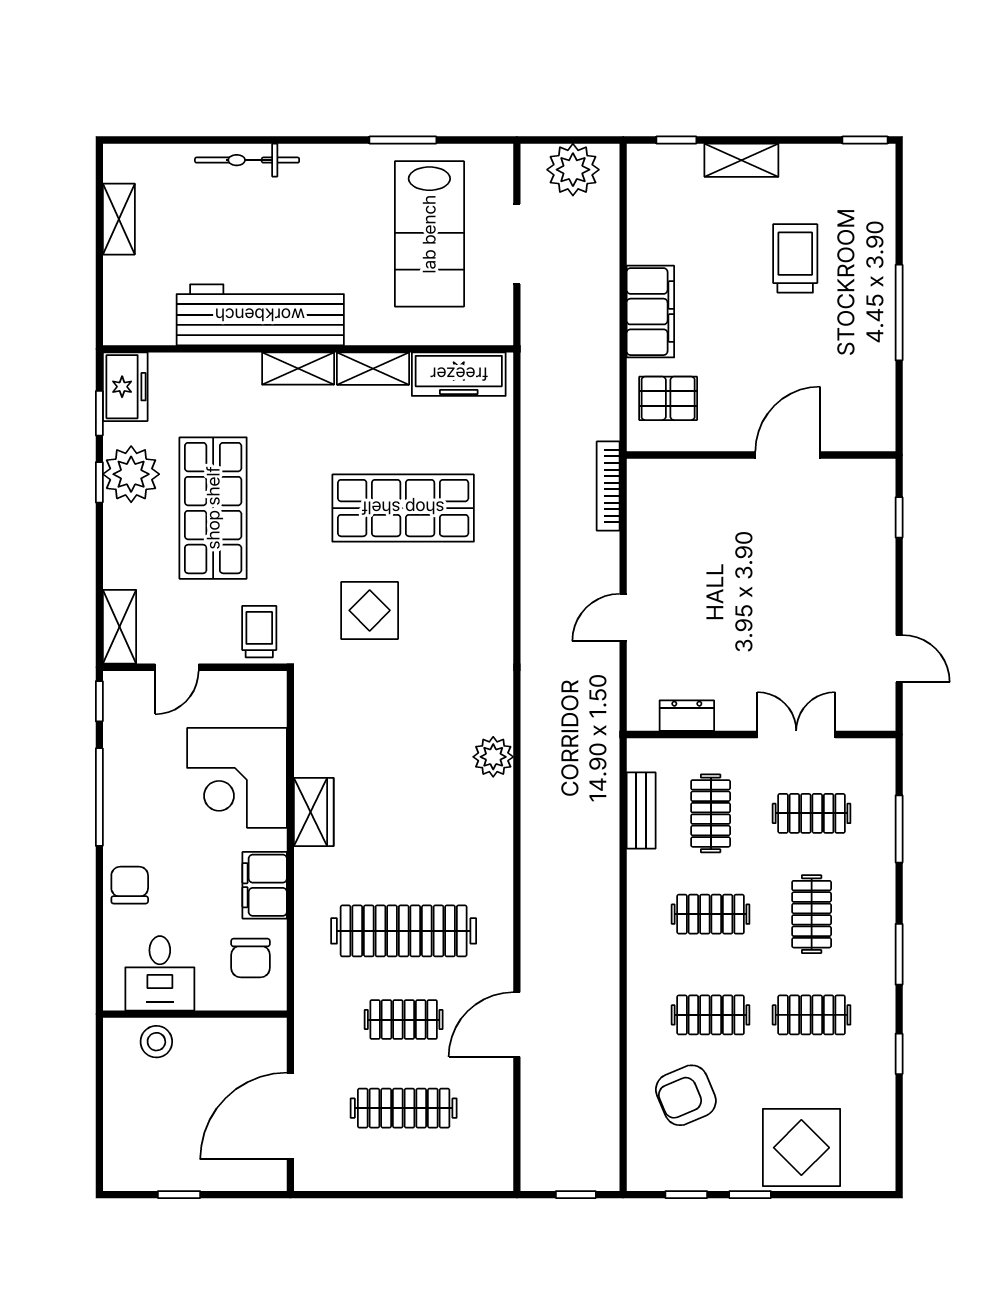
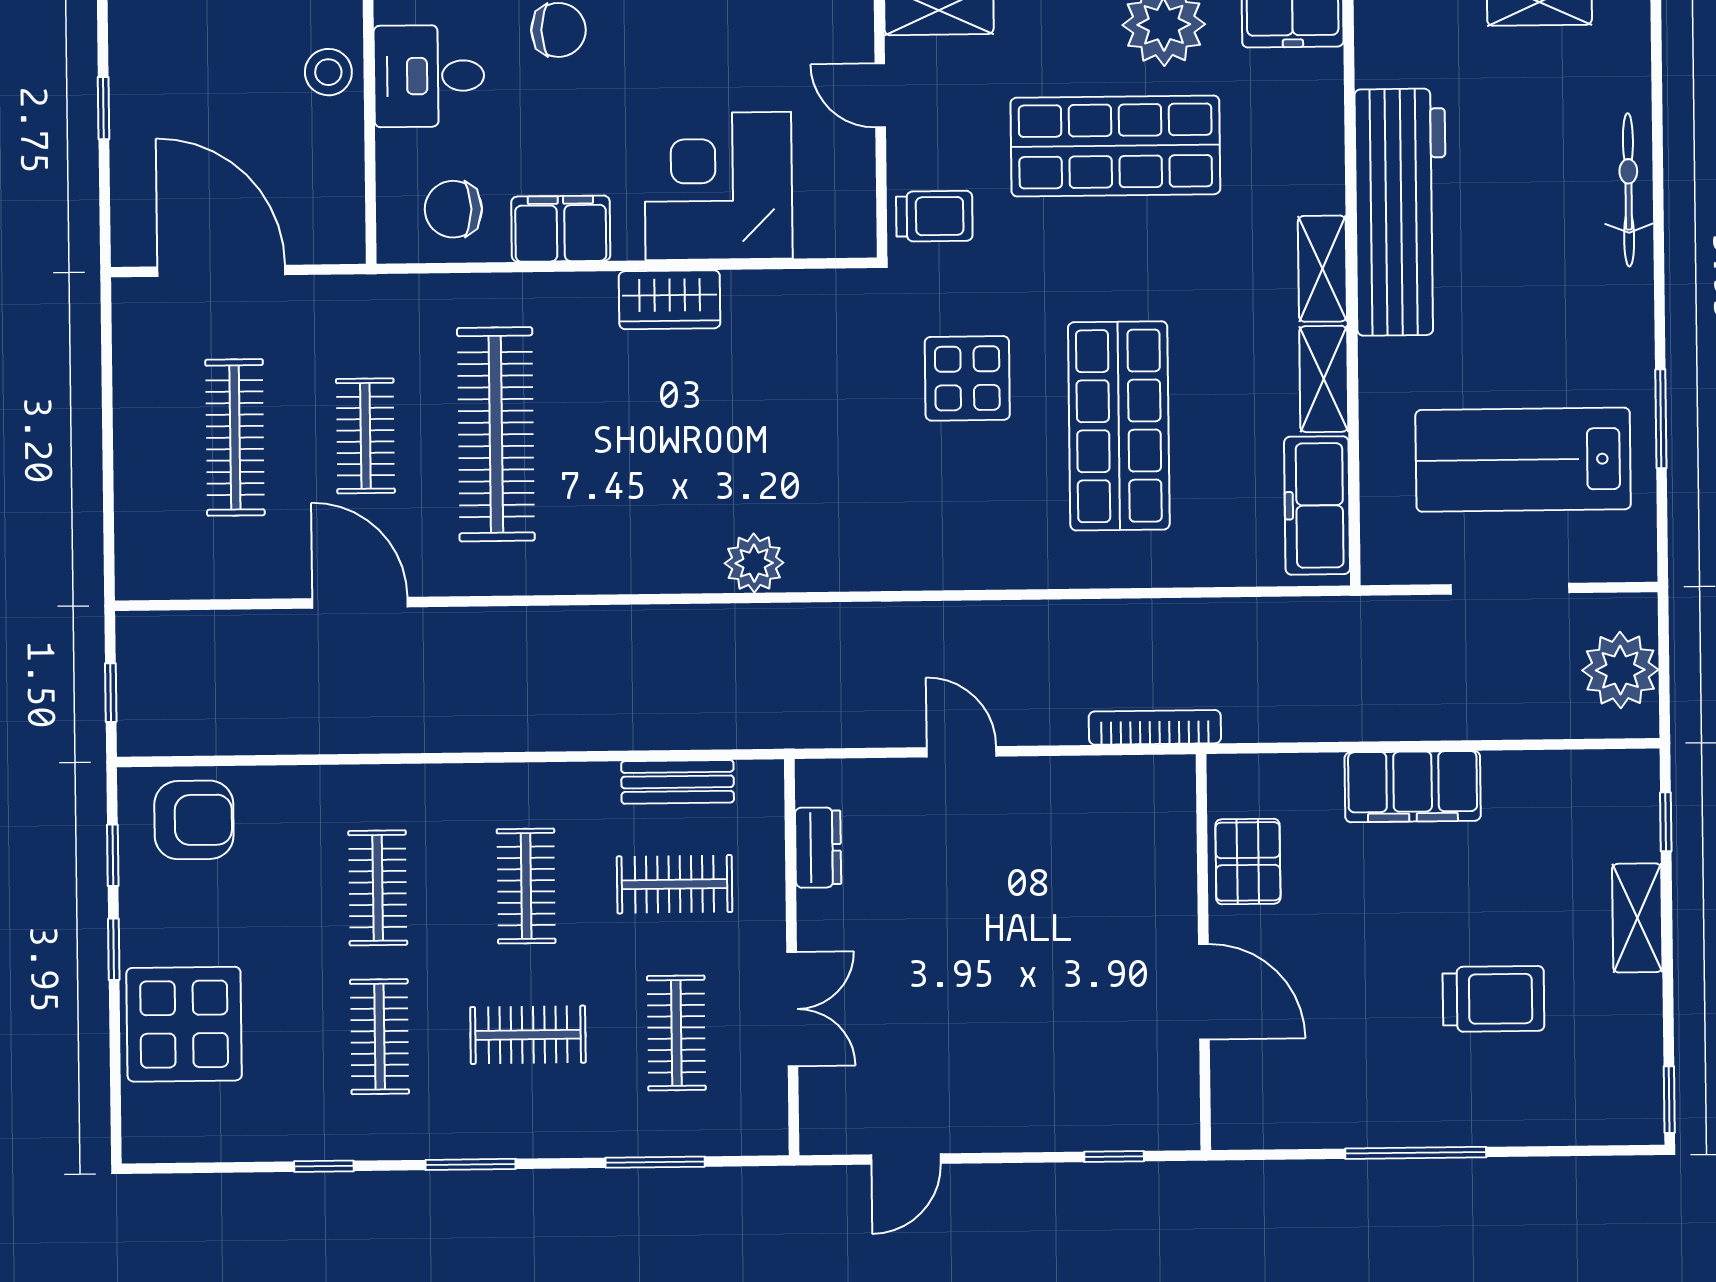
pallet: (668, 398) -> (1248, 861), moved
armchair: (686, 1095) -> (194, 820), moved, turned 113

